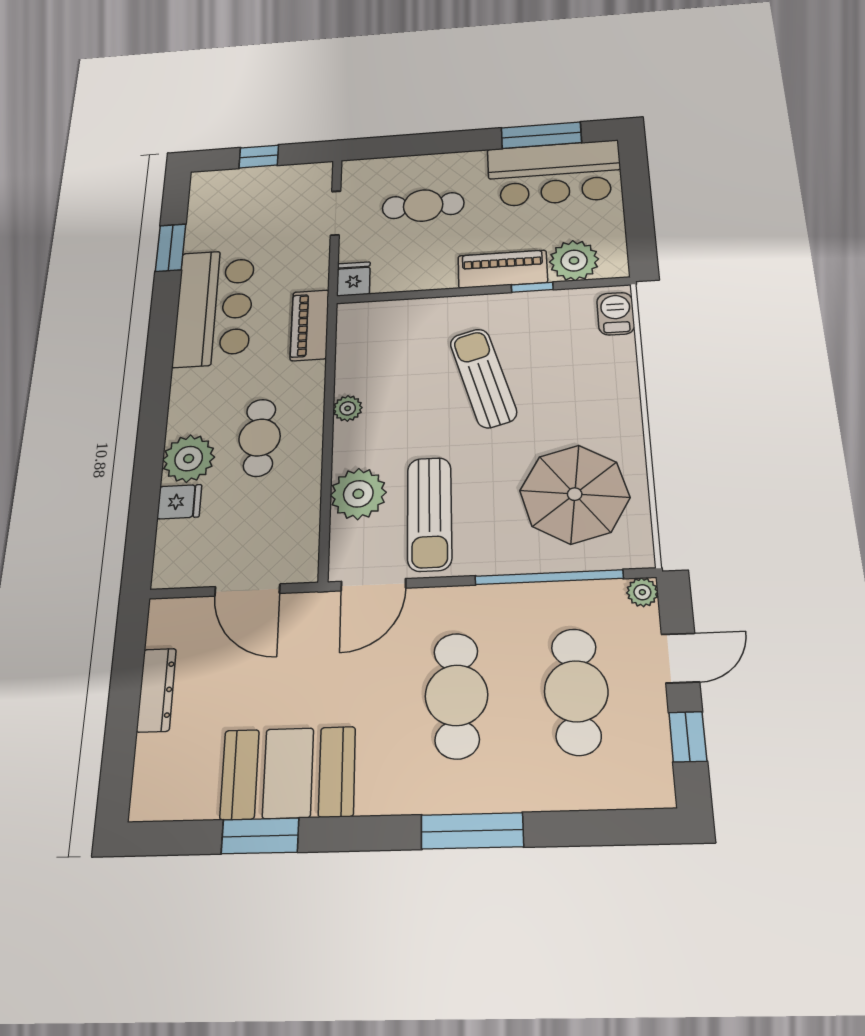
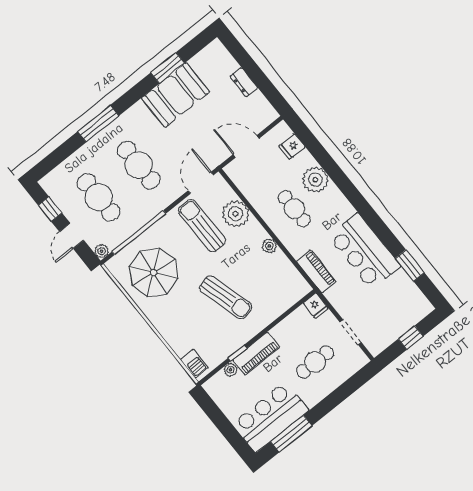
plant: (574, 261) -> (231, 370), width x0.53, depth x0.53
fridge: (179, 502) -> (292, 146), moved
dresser: (156, 690) -> (244, 82), width x0.70

